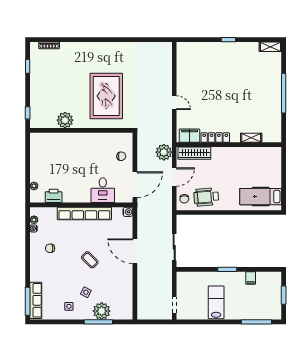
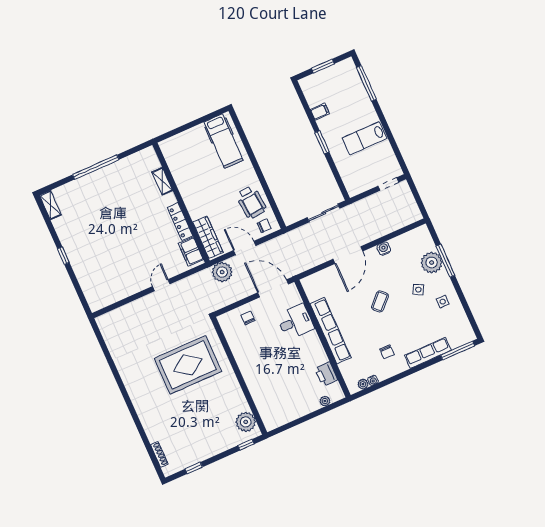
plant: (65, 120) -> (246, 422), moved
water cooler: (128, 212) -> (384, 249), moved
row of seats: (36, 300) -> (428, 353), moved

